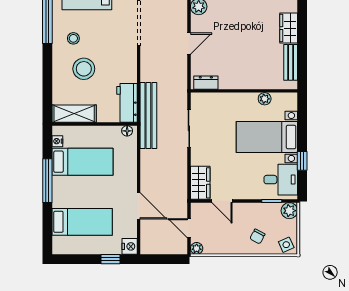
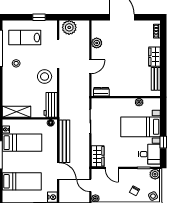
stool: (84, 69) -> (45, 77), moved
bench: (148, 116) -> (64, 141), moved

